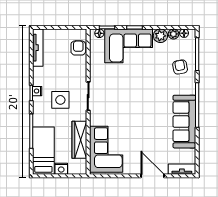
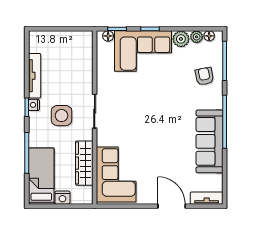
tv unit: (38, 48) -> (35, 76), moved
armchair: (78, 48) -> (83, 54), removed

